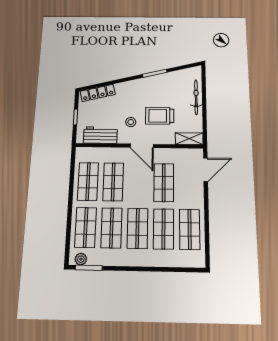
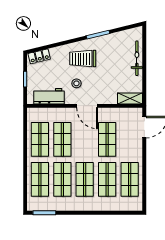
locker: (98, 93) -> (39, 56), width x0.66
trolley: (160, 116) -> (83, 59), moved
plant: (81, 259) -> (37, 206), removed

